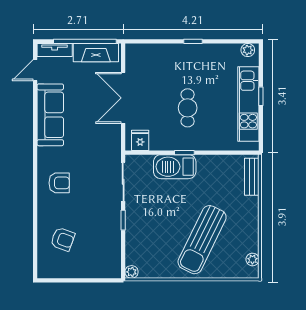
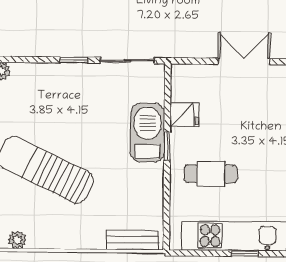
double door: (123, 98) -> (244, 61), width x0.73
cafe table: (188, 108) -> (211, 174), moved
fridge: (140, 140) -> (184, 115), moved

